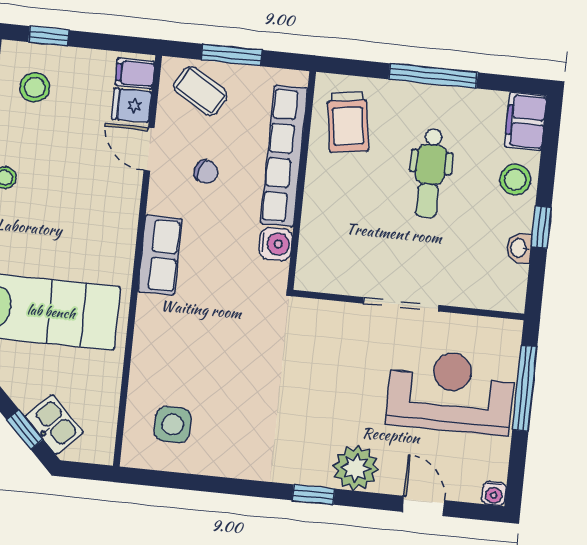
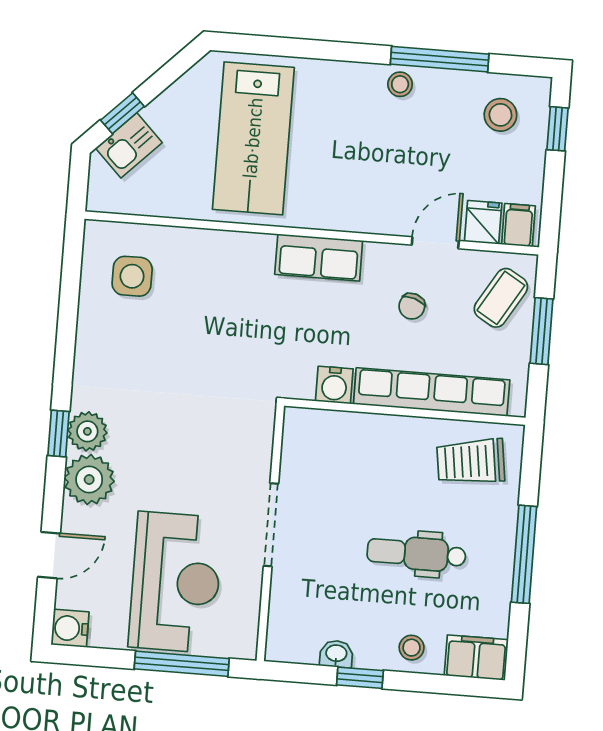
stool: (515, 180) -> (412, 648), width x0.73, depth x0.73
plant: (312, 468) -> (87, 431), added
water cooler: (494, 493) -> (70, 628), width x1.38, depth x1.38

